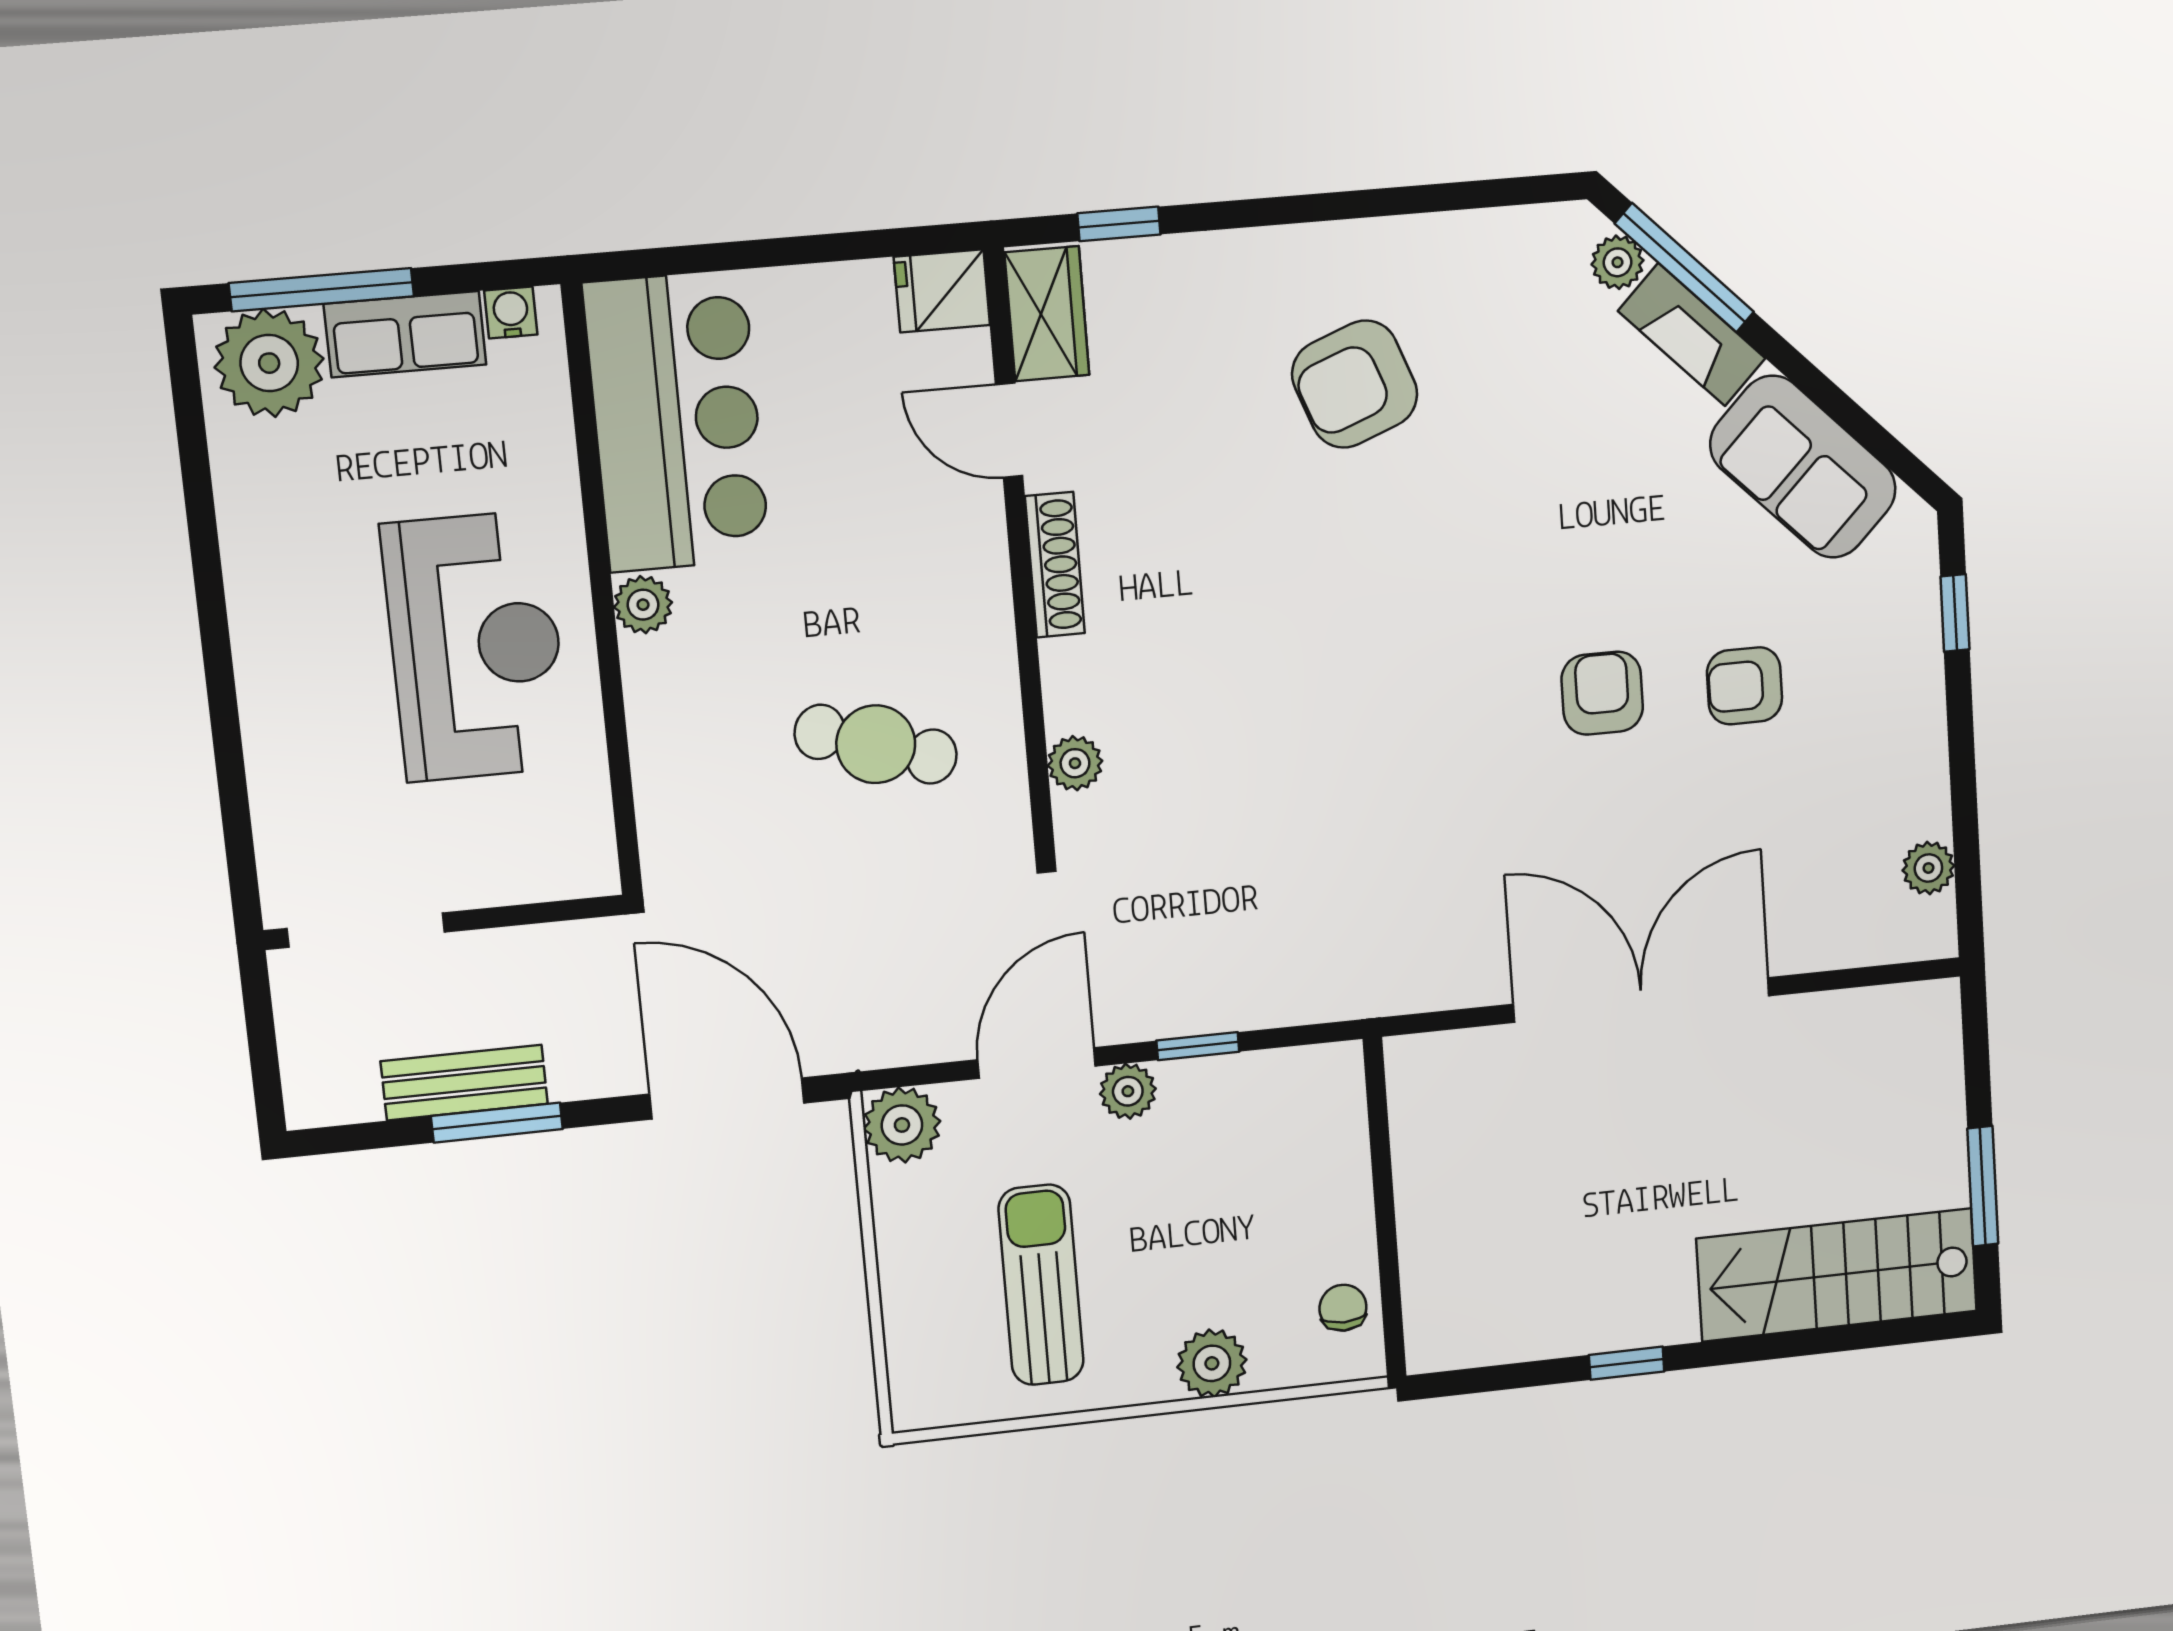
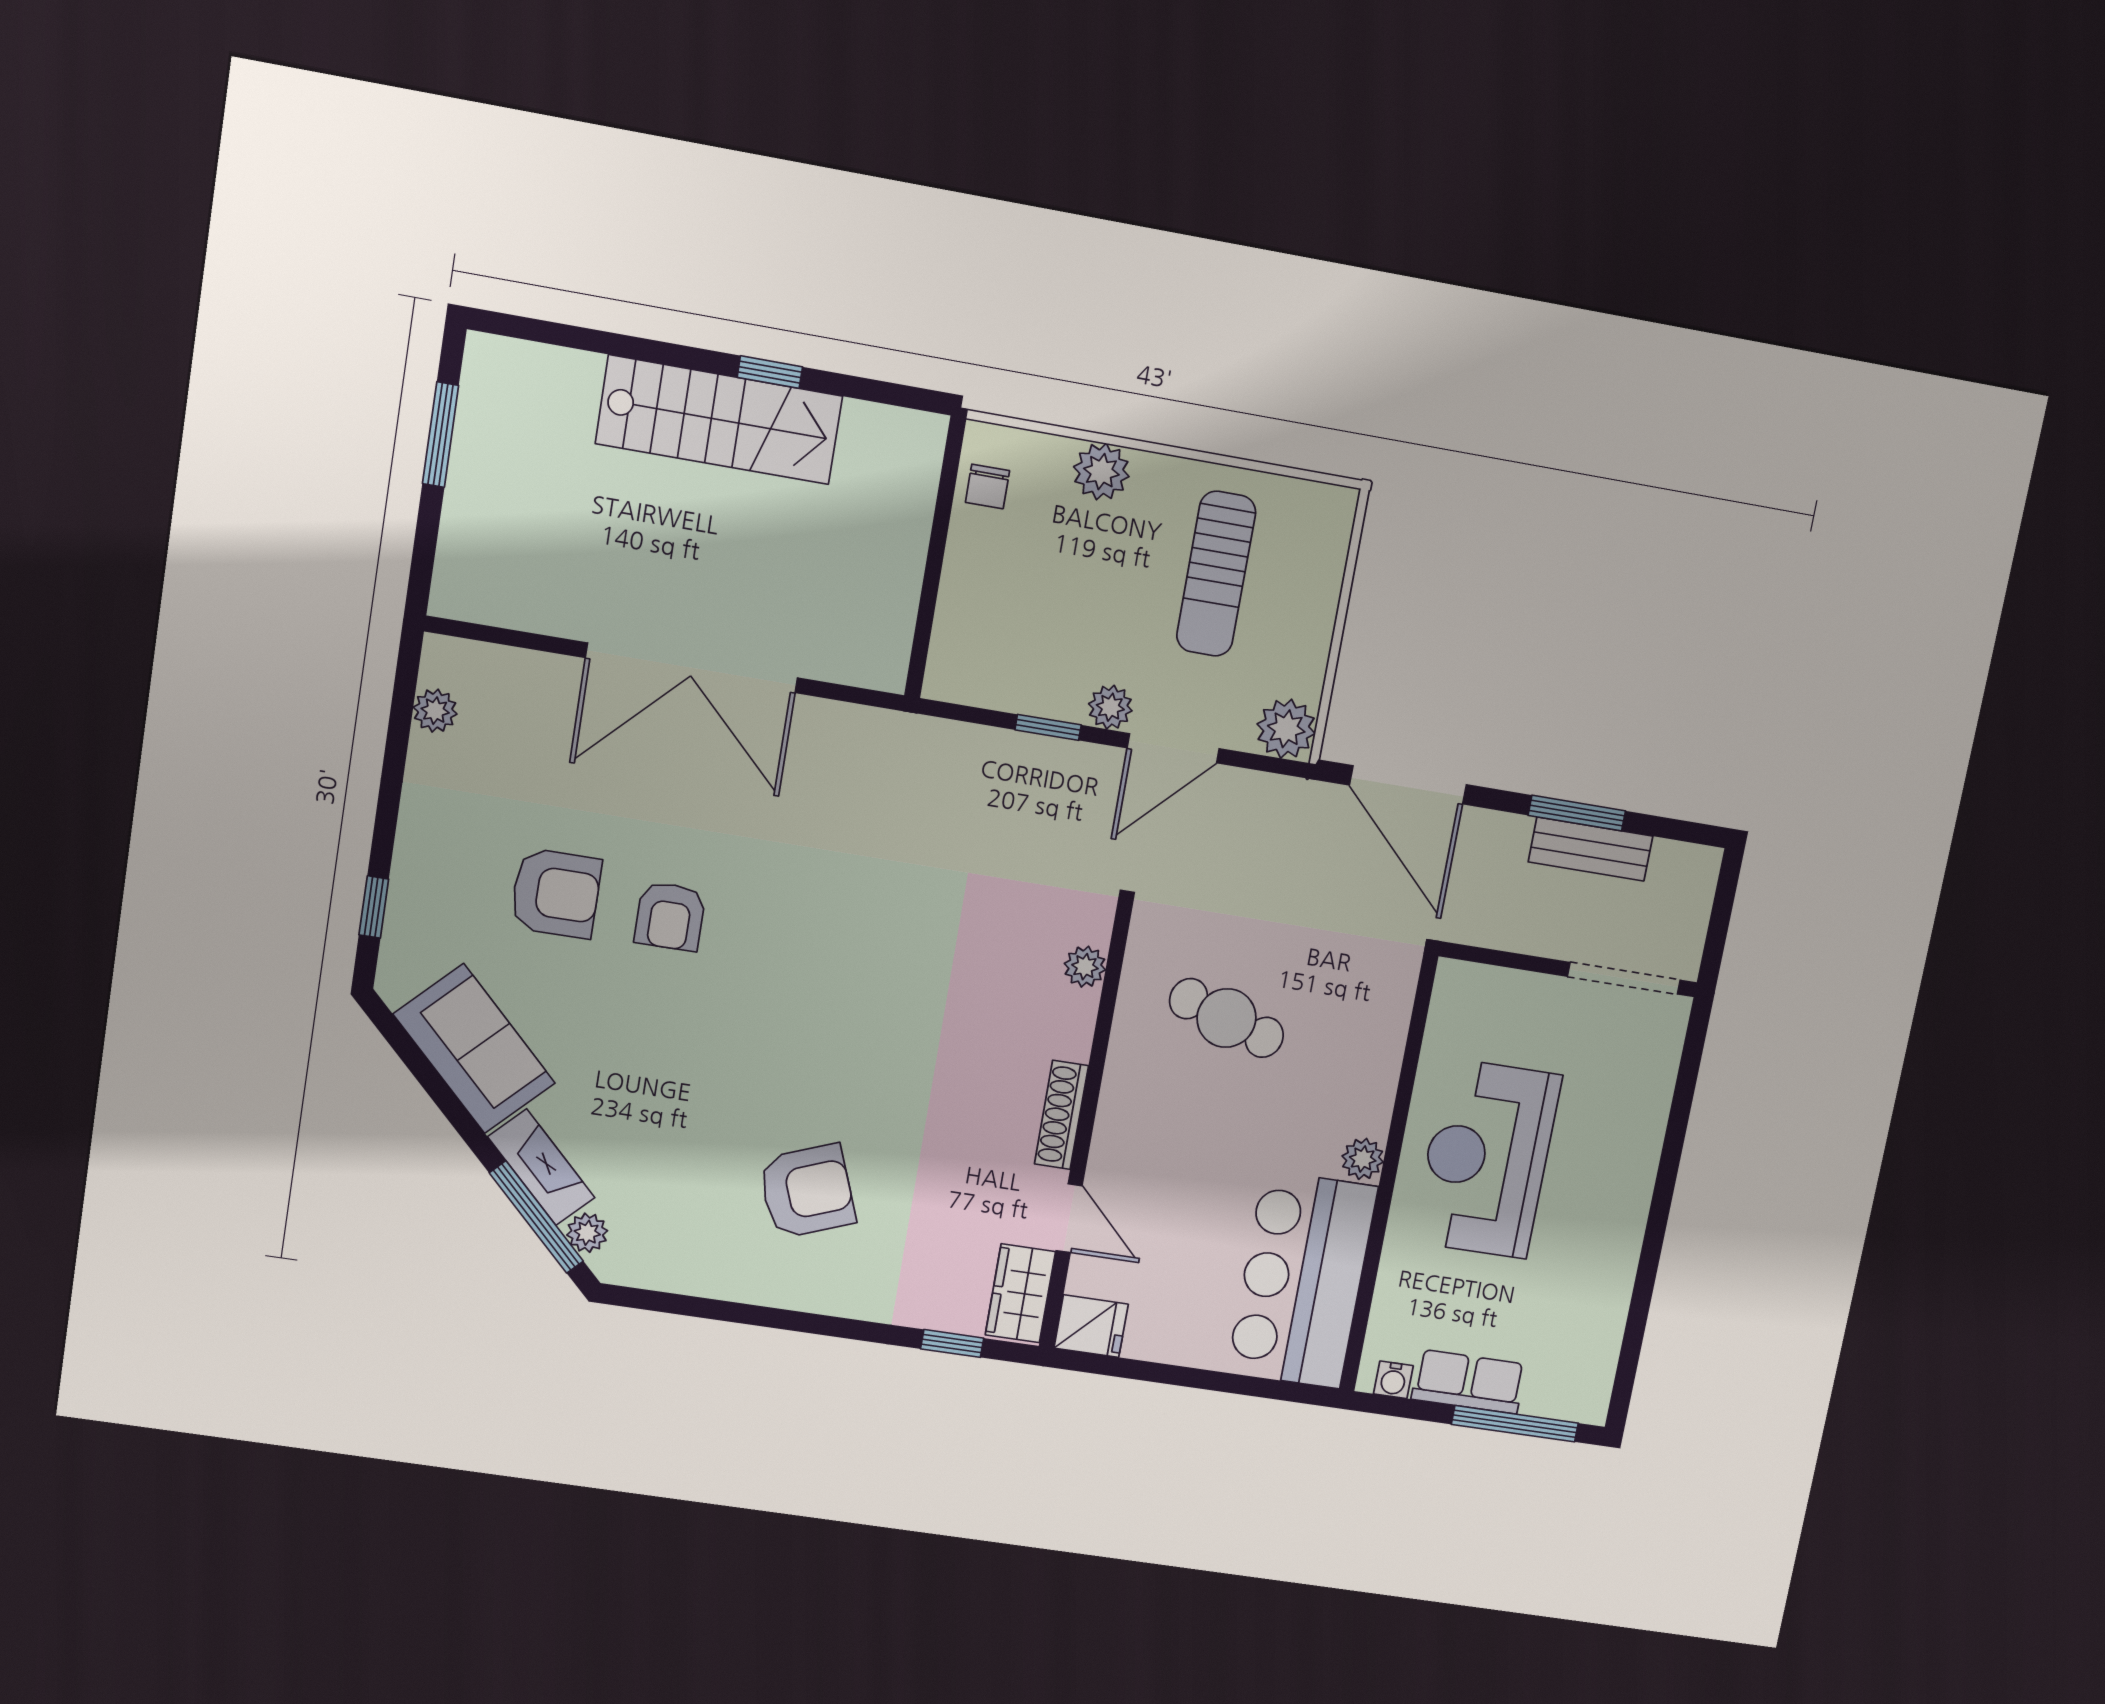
plant: (269, 363) -> (1565, 1384), removed
armchair: (1745, 686) -> (556, 893), width x1.38, depth x1.38
stairs: (1837, 1275) -> (719, 420), moved

